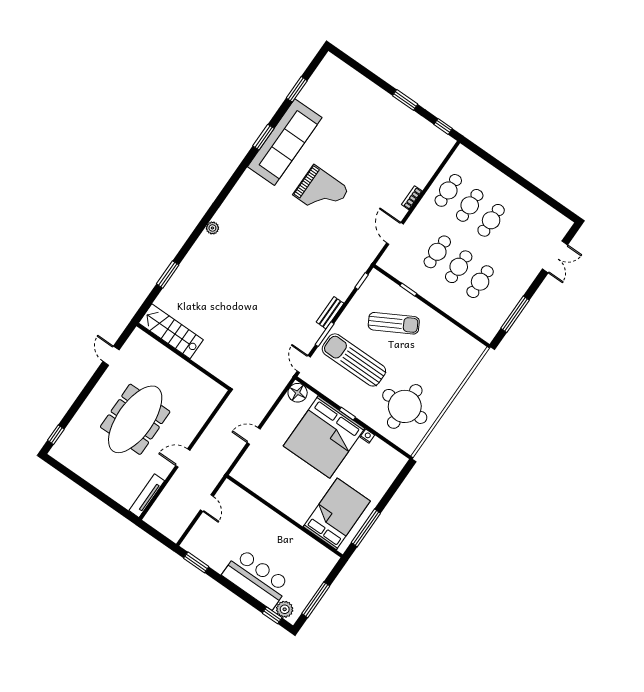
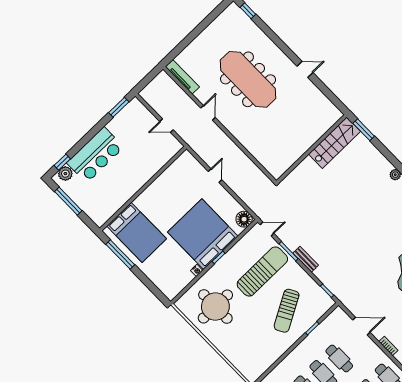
stairs: (171, 331) -> (335, 143), moved
wall: (183, 357) -> (312, 149), moved

